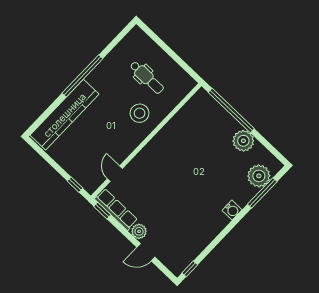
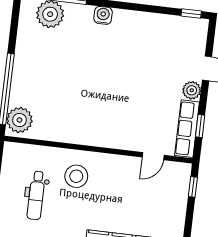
dental chair: (147, 77) -> (36, 195), turned 180
plant: (243, 141) -> (19, 120), moved
window: (102, 211) -> (200, 126), moved

